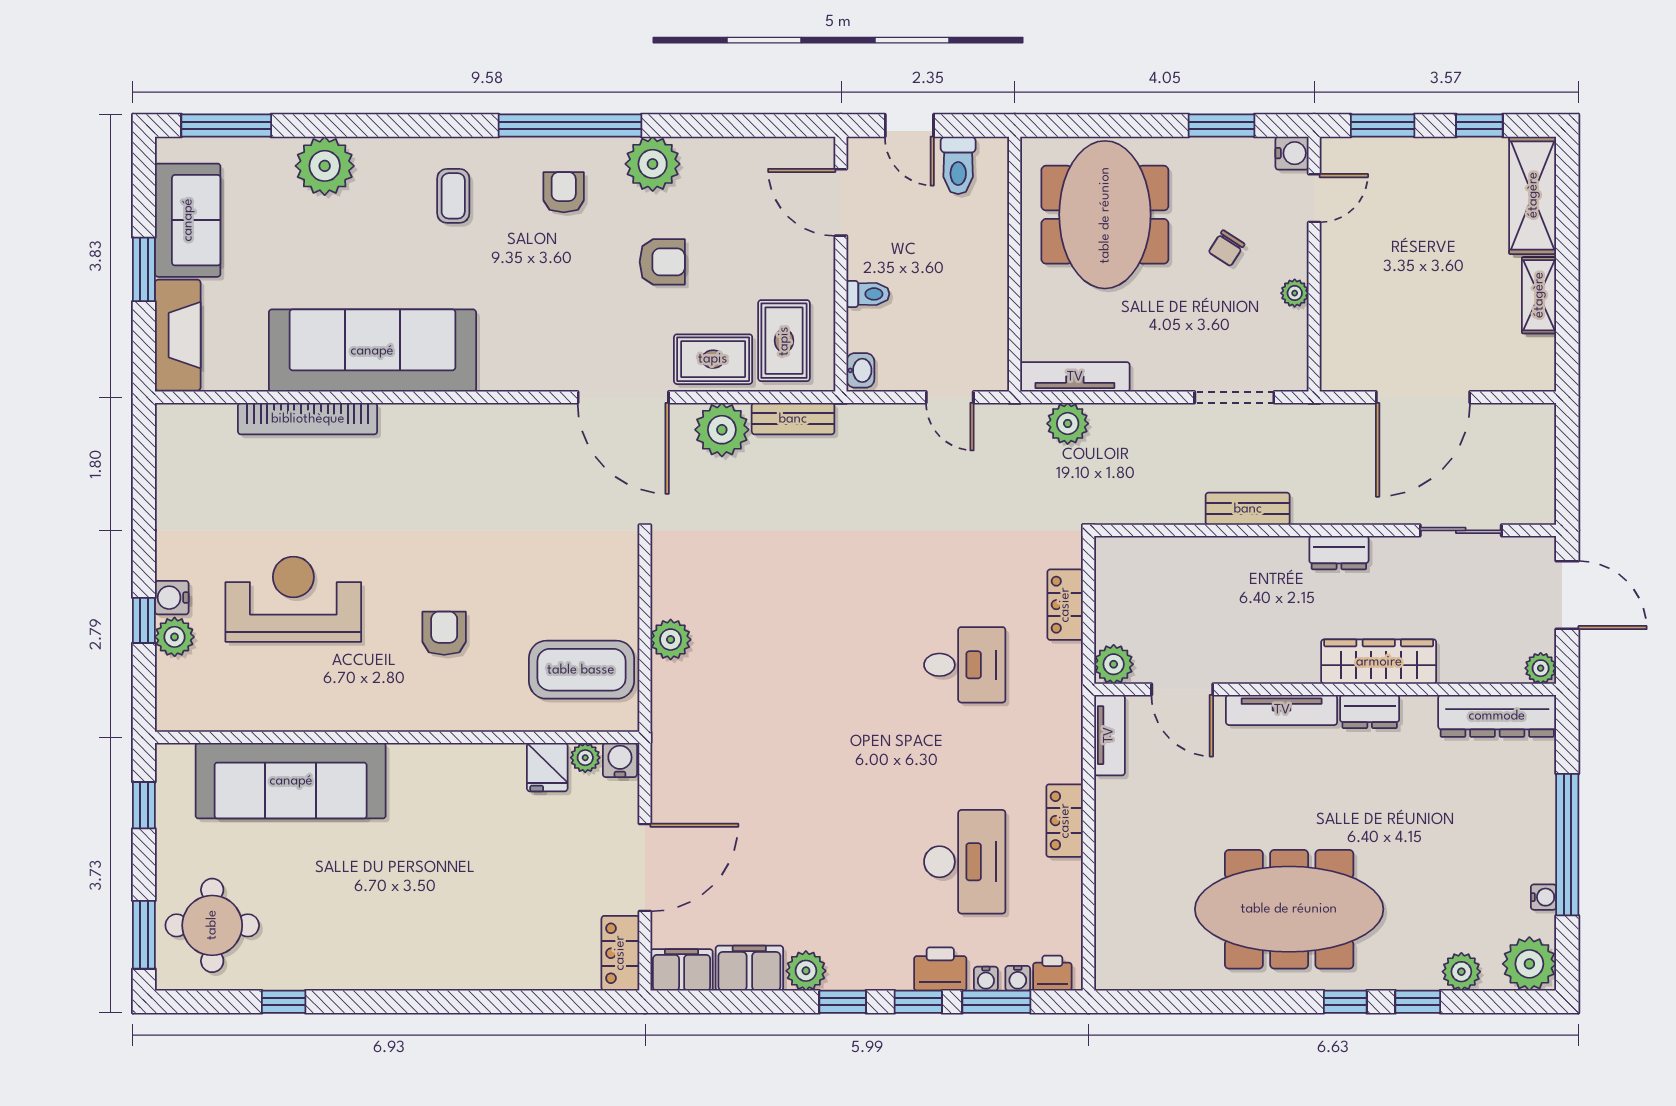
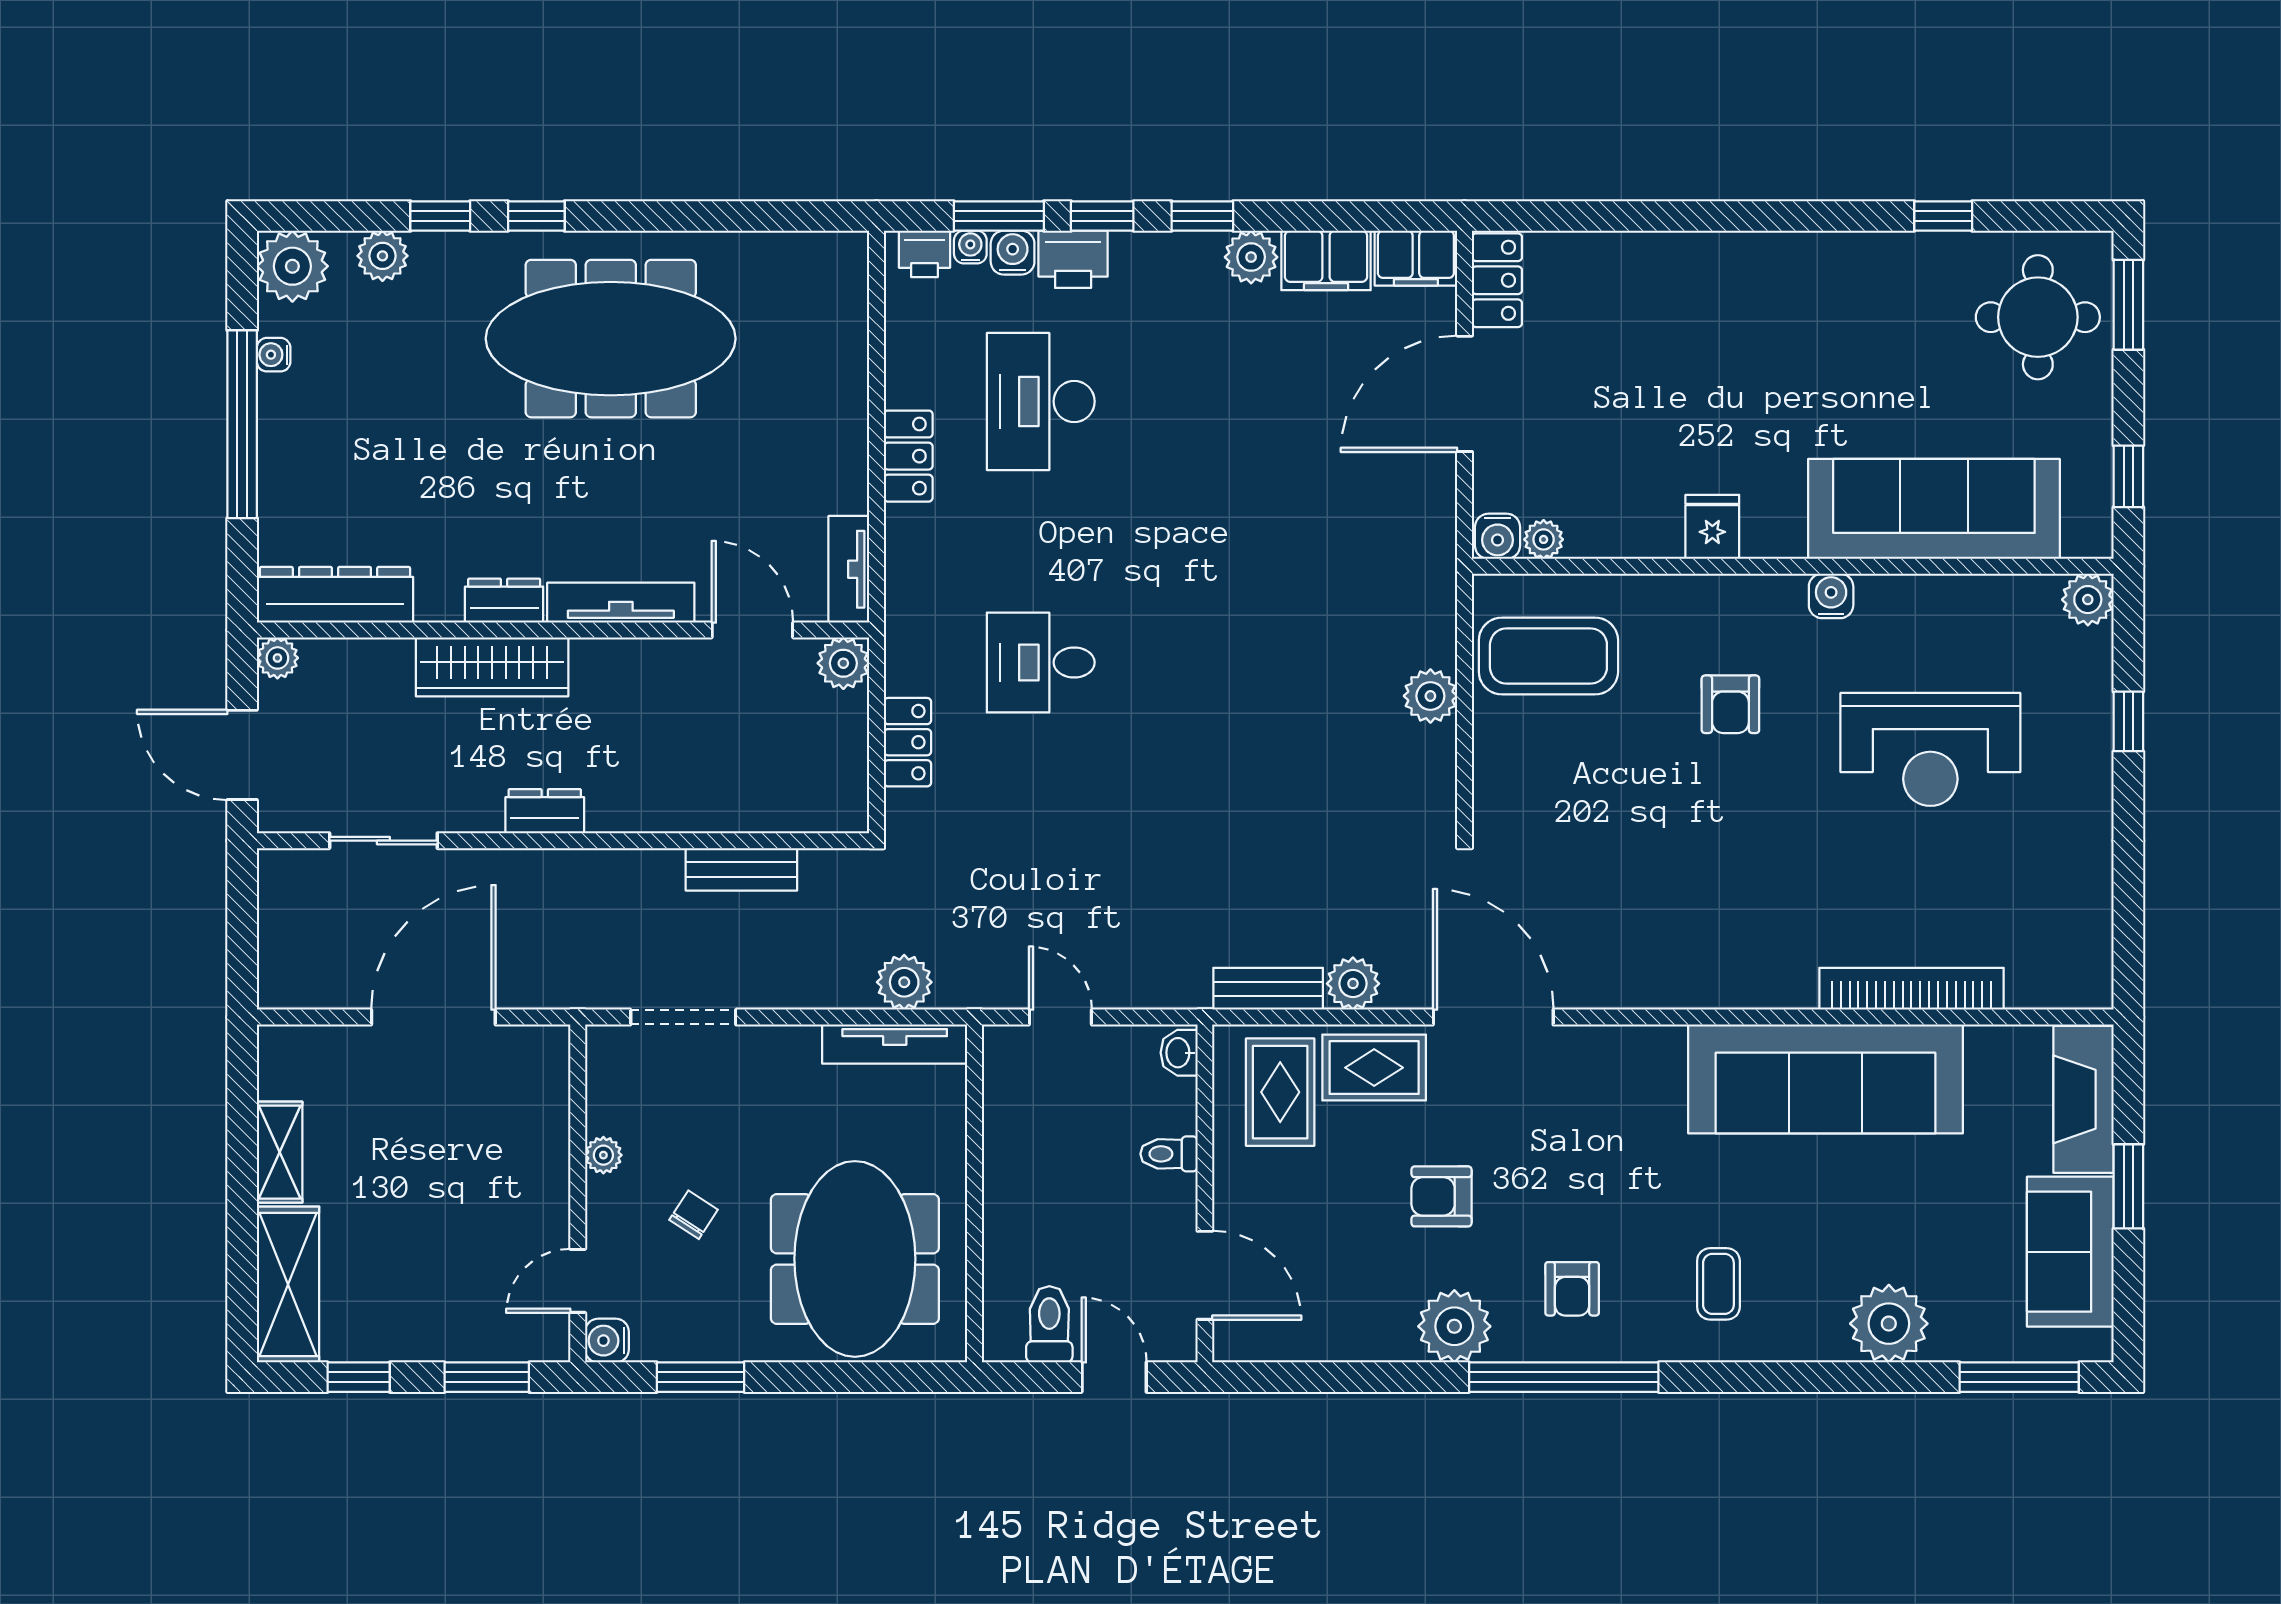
plant: (722, 430) -> (1353, 984), width x0.73, depth x0.73
bench: (1248, 509) -> (741, 869), moved
water cooler: (172, 598) -> (1831, 596), moved, turned -90
plant: (175, 637) -> (2088, 600), moved
fridge: (547, 767) -> (1712, 527), moved
water cooler: (986, 979) -> (1013, 253), width x1.38, depth x1.38

